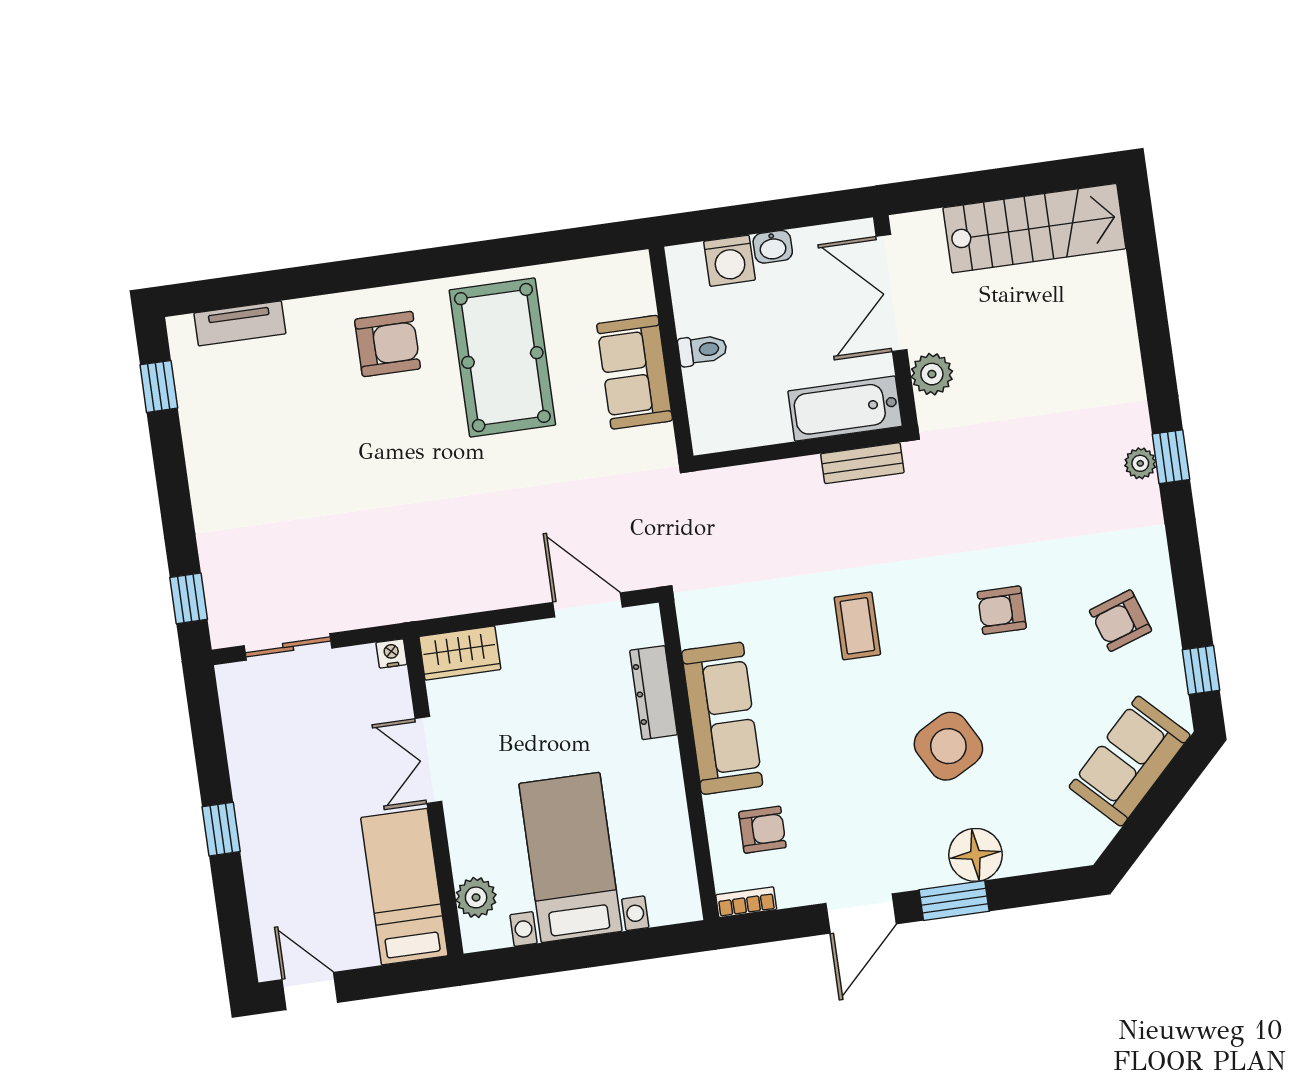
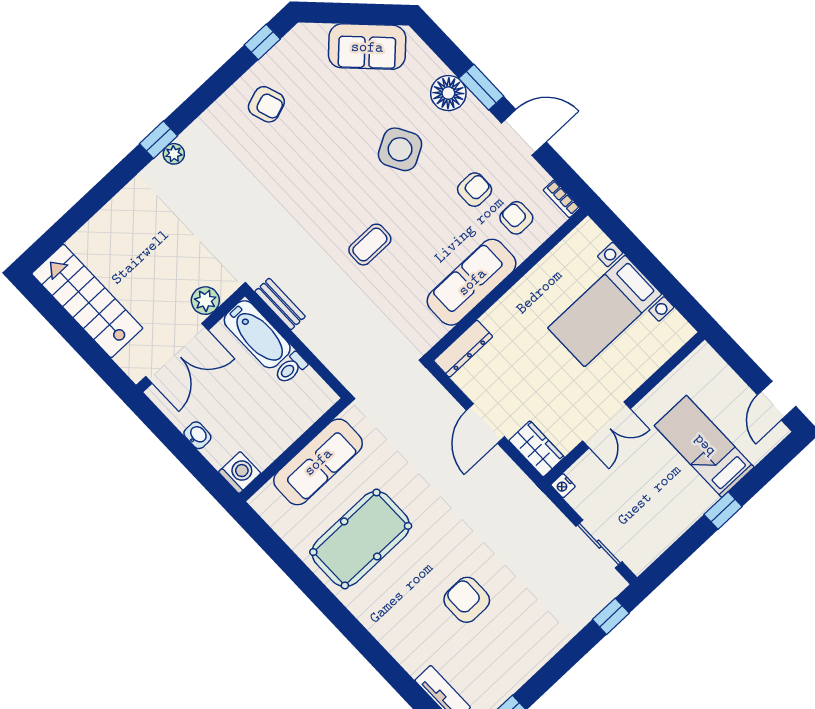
washing machine: (729, 261) -> (240, 473), moved
armchair: (388, 344) -> (467, 600), moved
toilet: (702, 350) -> (291, 368), moved, turned -90
sofa: (635, 372) -> (318, 462), width x1.36
door: (588, 605) -> (485, 423), moved
armchair: (1002, 610) -> (475, 190), moved, turned -90
dresser: (654, 693) -> (463, 349), moved
sofa: (1130, 761) -> (367, 47), moved
bed: (404, 887) -> (704, 446), moved, turned 90
plant: (476, 897) -> (662, 347), removed

